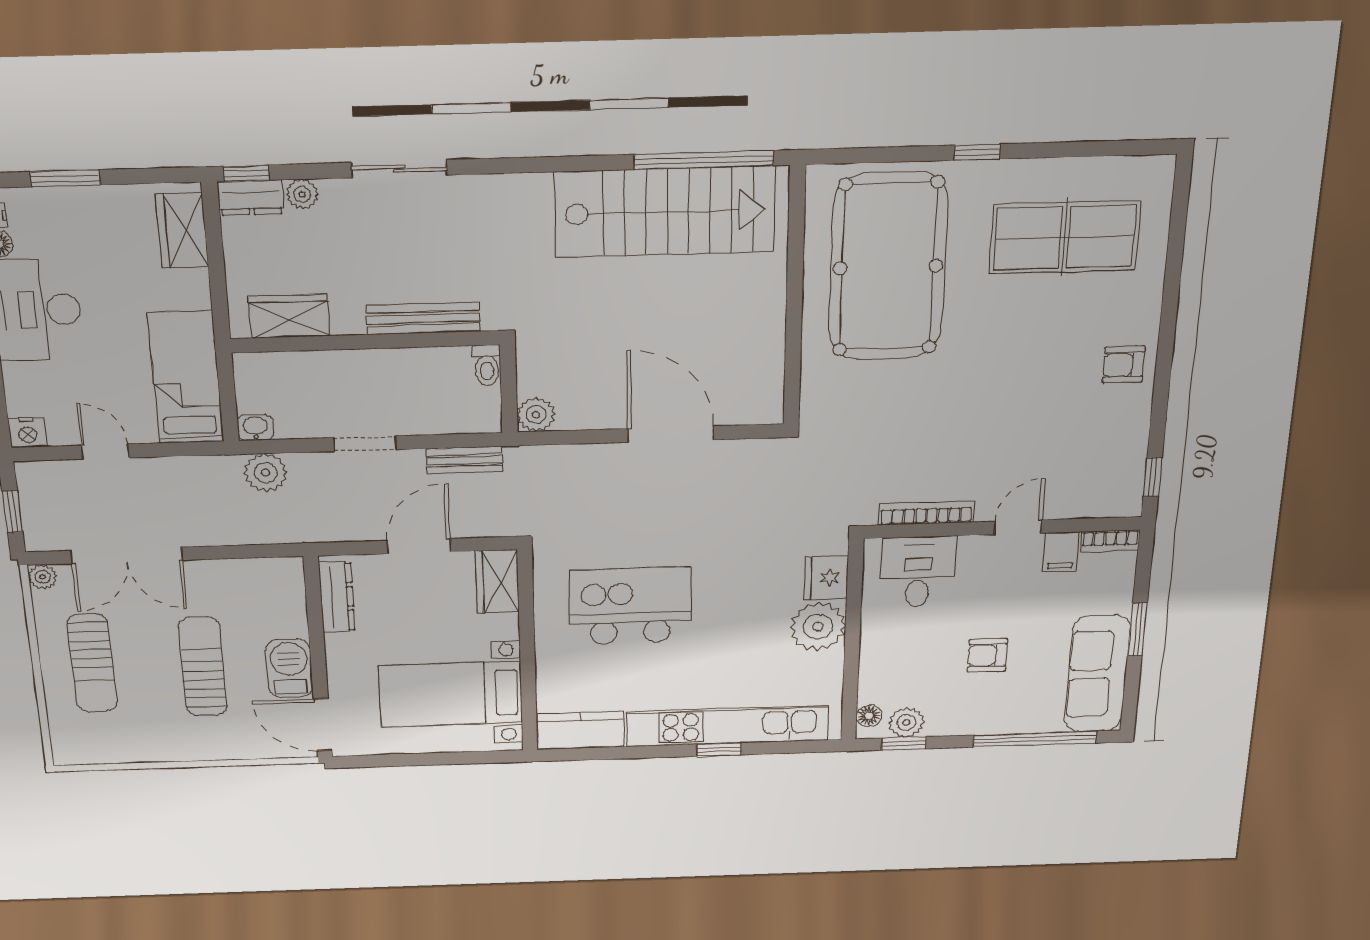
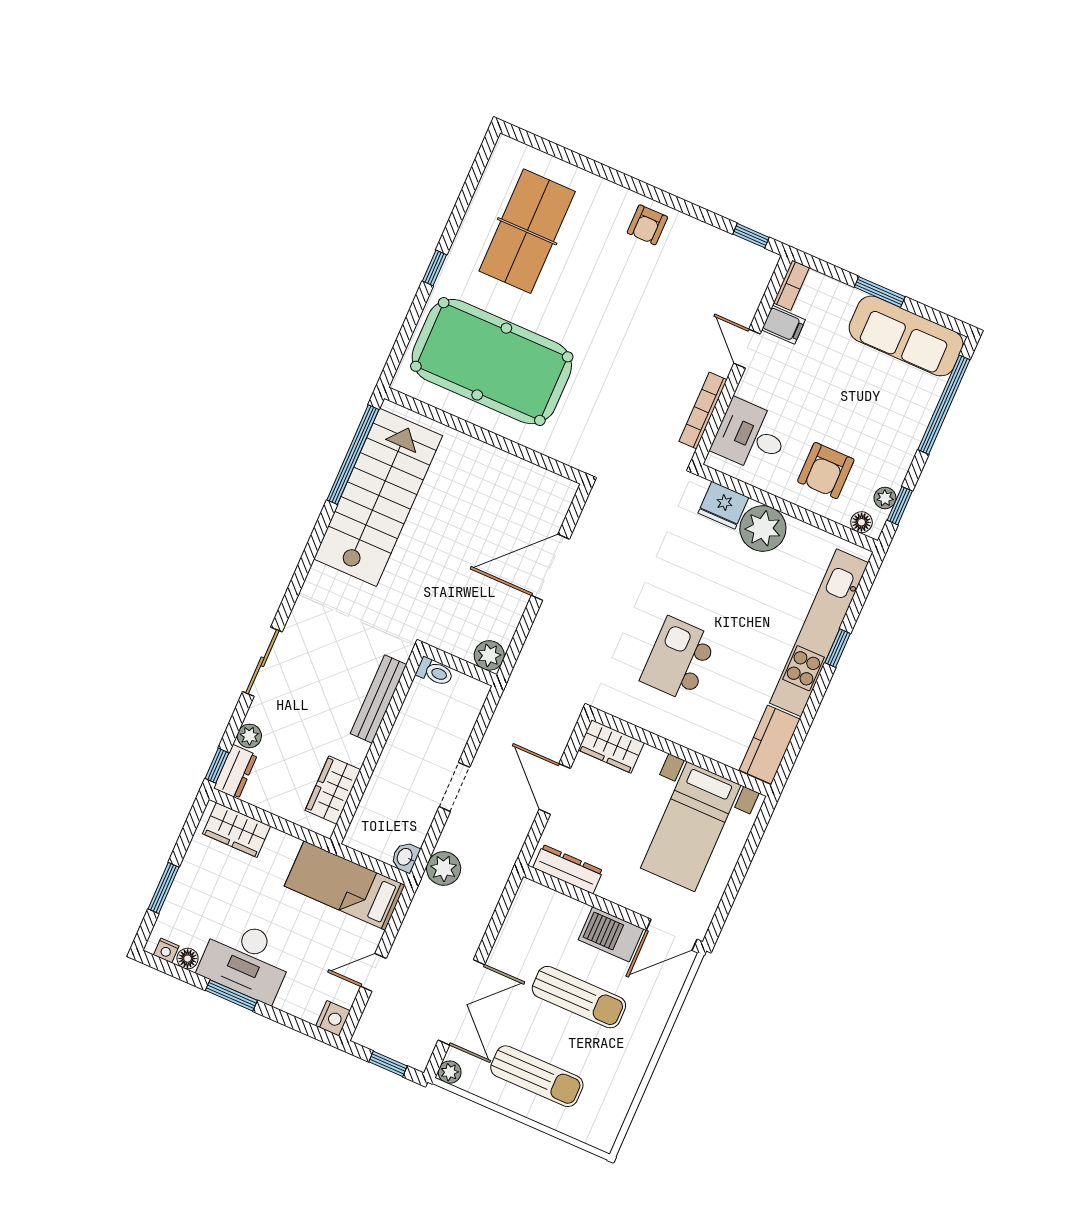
bench: (464, 460) -> (501, 723), removed
kitchen island: (630, 606) -> (678, 659), width x0.73, depth x0.78
armchair: (988, 655) -> (826, 471), moved, width x1.38, depth x1.38
sun lounger: (203, 667) -> (579, 997), turned 180
plant: (906, 722) -> (885, 498), width x0.73, depth x0.73

